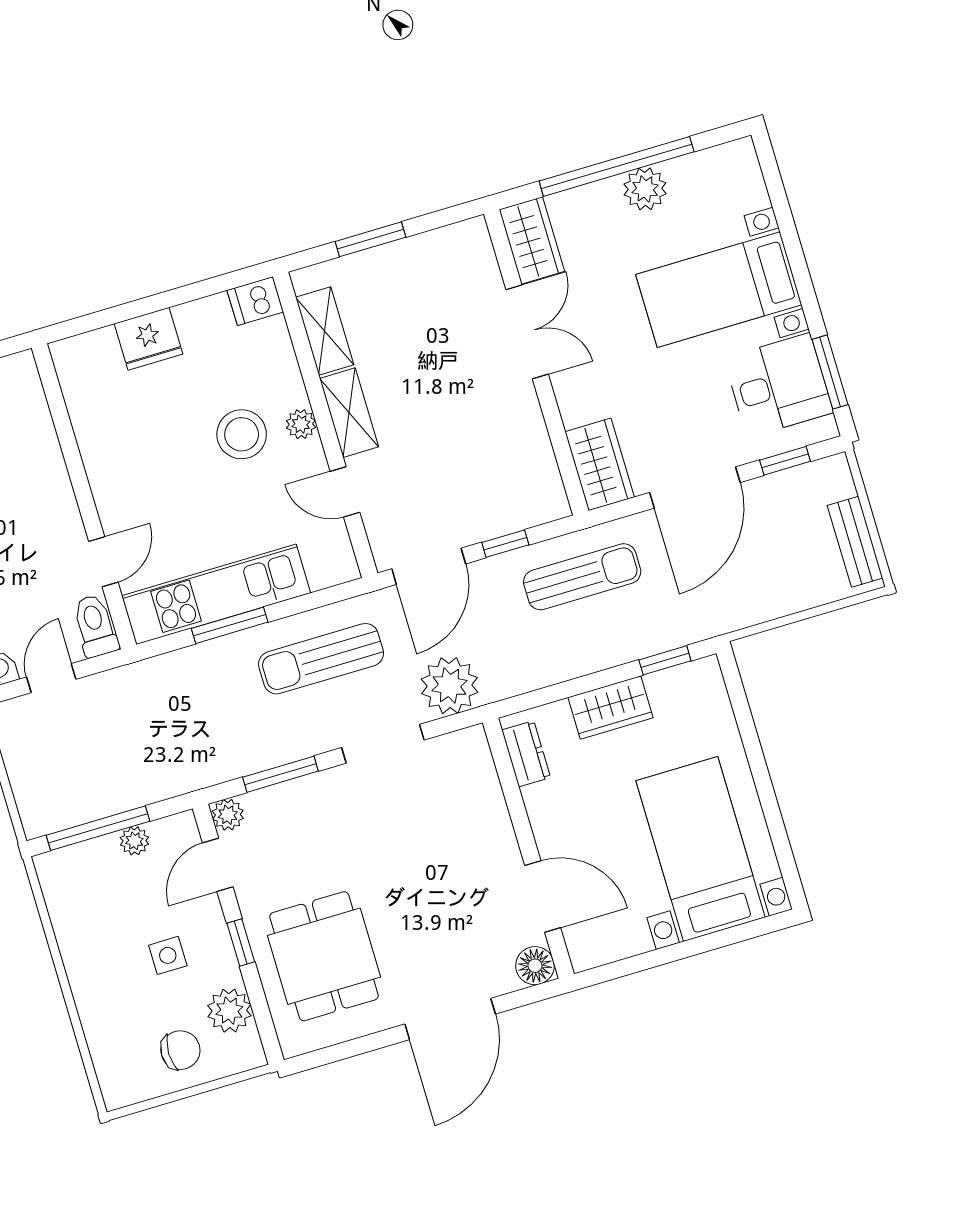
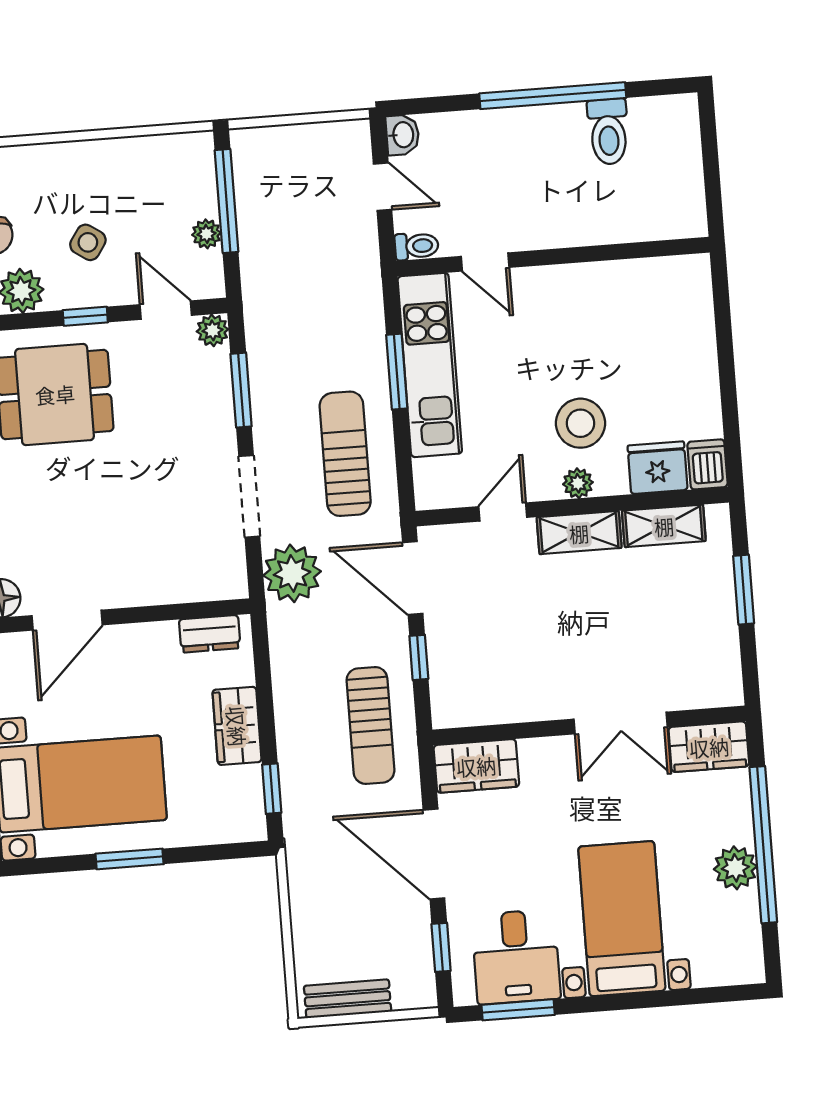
fridge: (148, 339) -> (658, 468), moved, turned 90
toilet: (95, 626) -> (417, 246), width x0.73, depth x0.72
window: (764, 785) -> (130, 859), added
side table: (168, 955) -> (88, 242), turned 34

